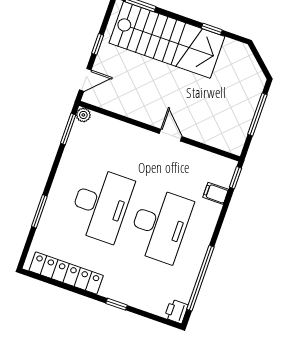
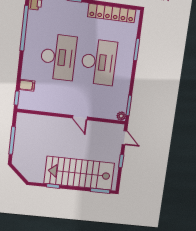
door: (85, 80) -> (124, 138), swing flipped
door: (171, 135) -> (80, 118), moved
desk: (101, 205) -> (99, 62), turned 180
desk: (160, 225) -> (58, 57), turned 180

